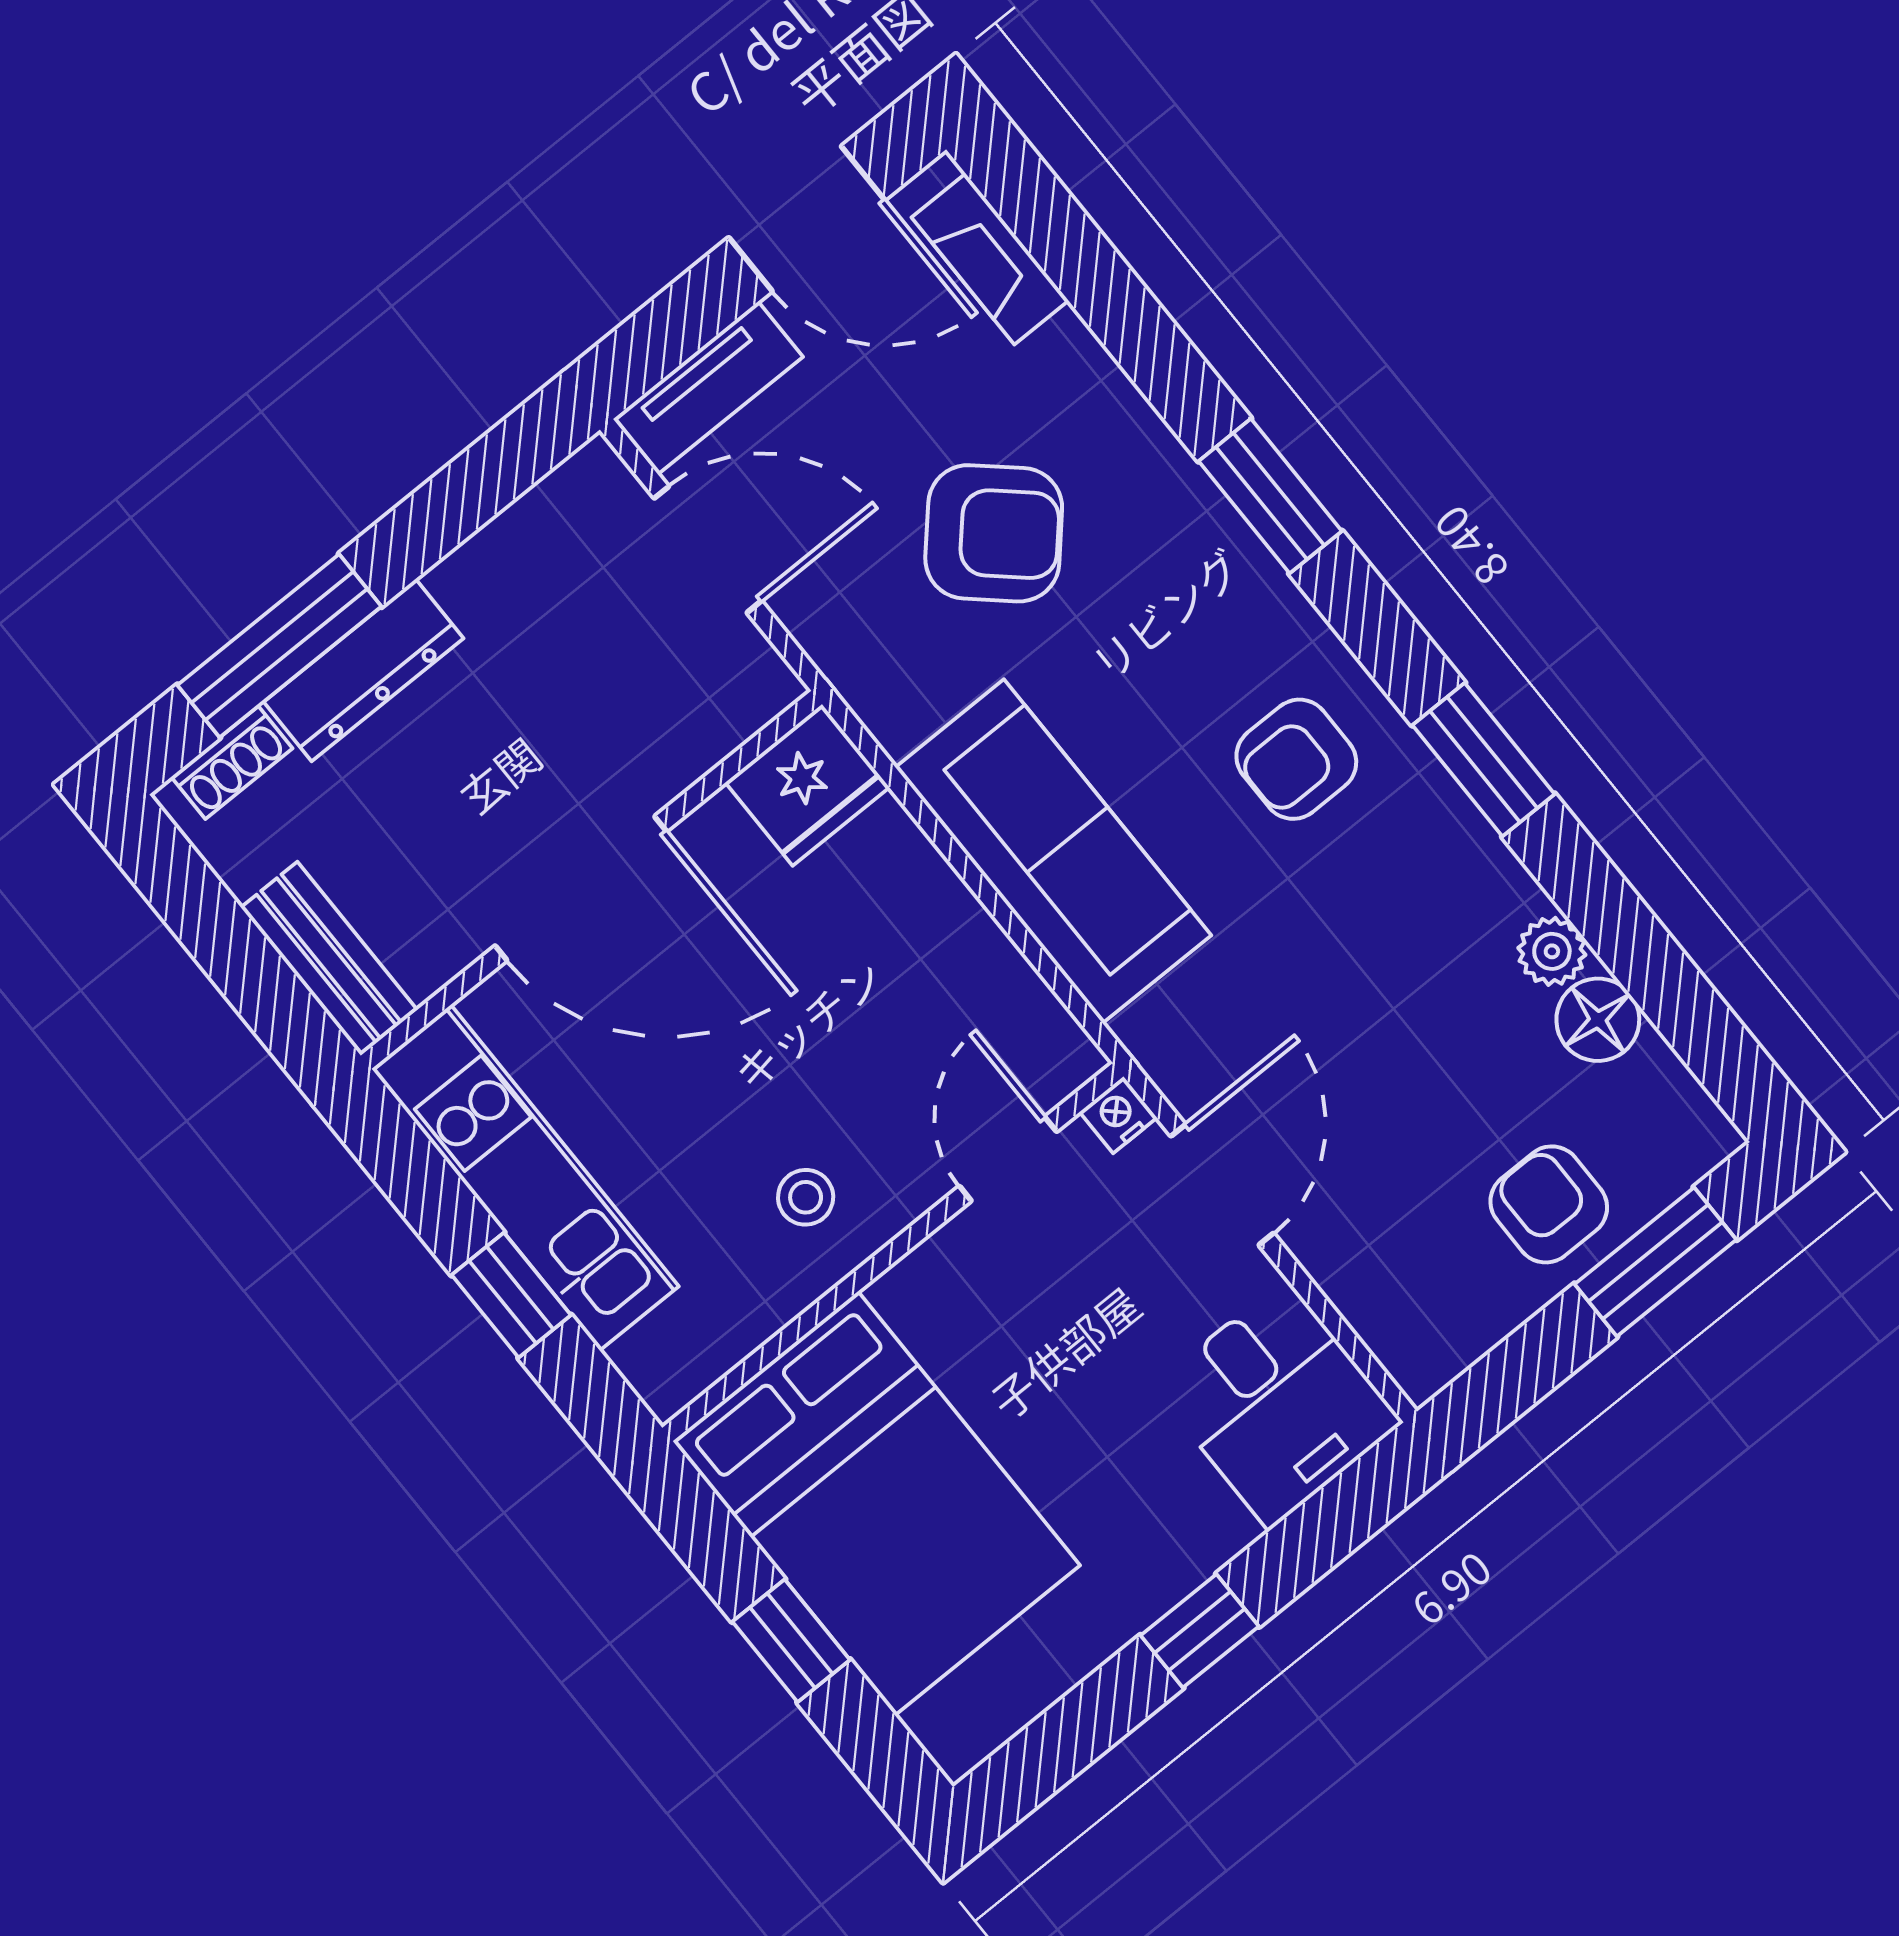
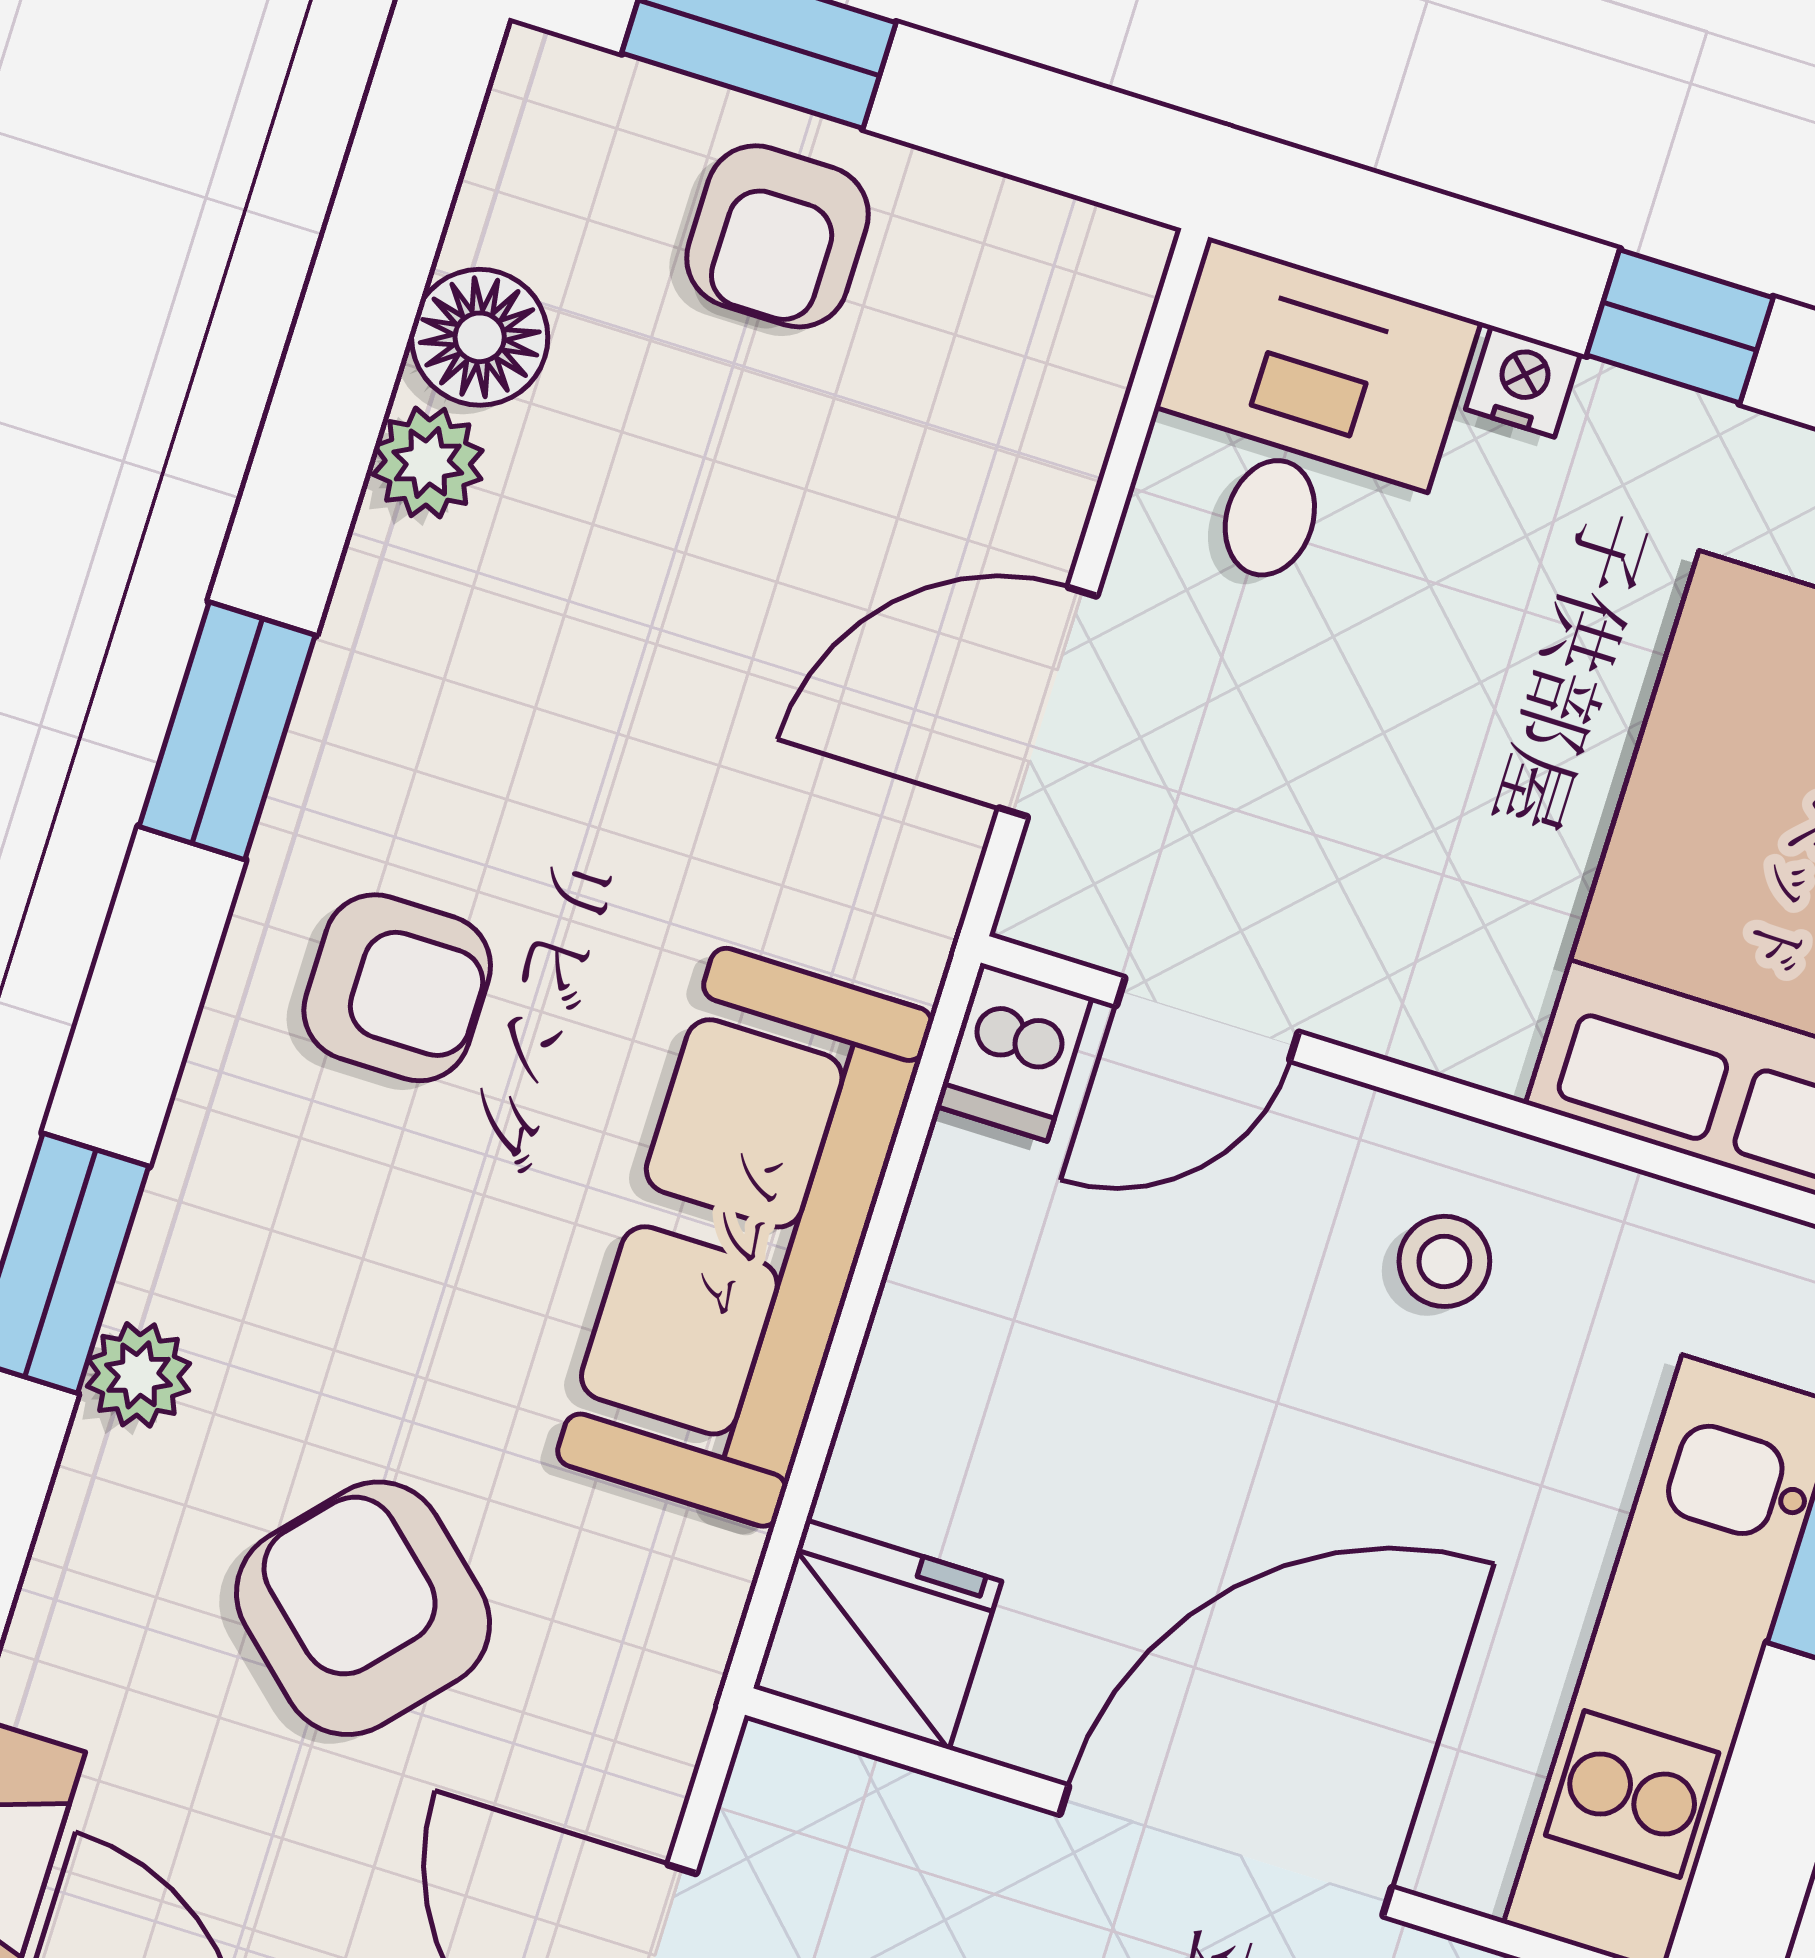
plant: (1187, 498) -> (138, 1375), added
door: (581, 888) -> (1226, 1851), hinge flipped
dishwasher: (1056, 1050) -> (1014, 1052), added
nightstand: (1118, 1115) -> (1523, 381), moved, turned 180

